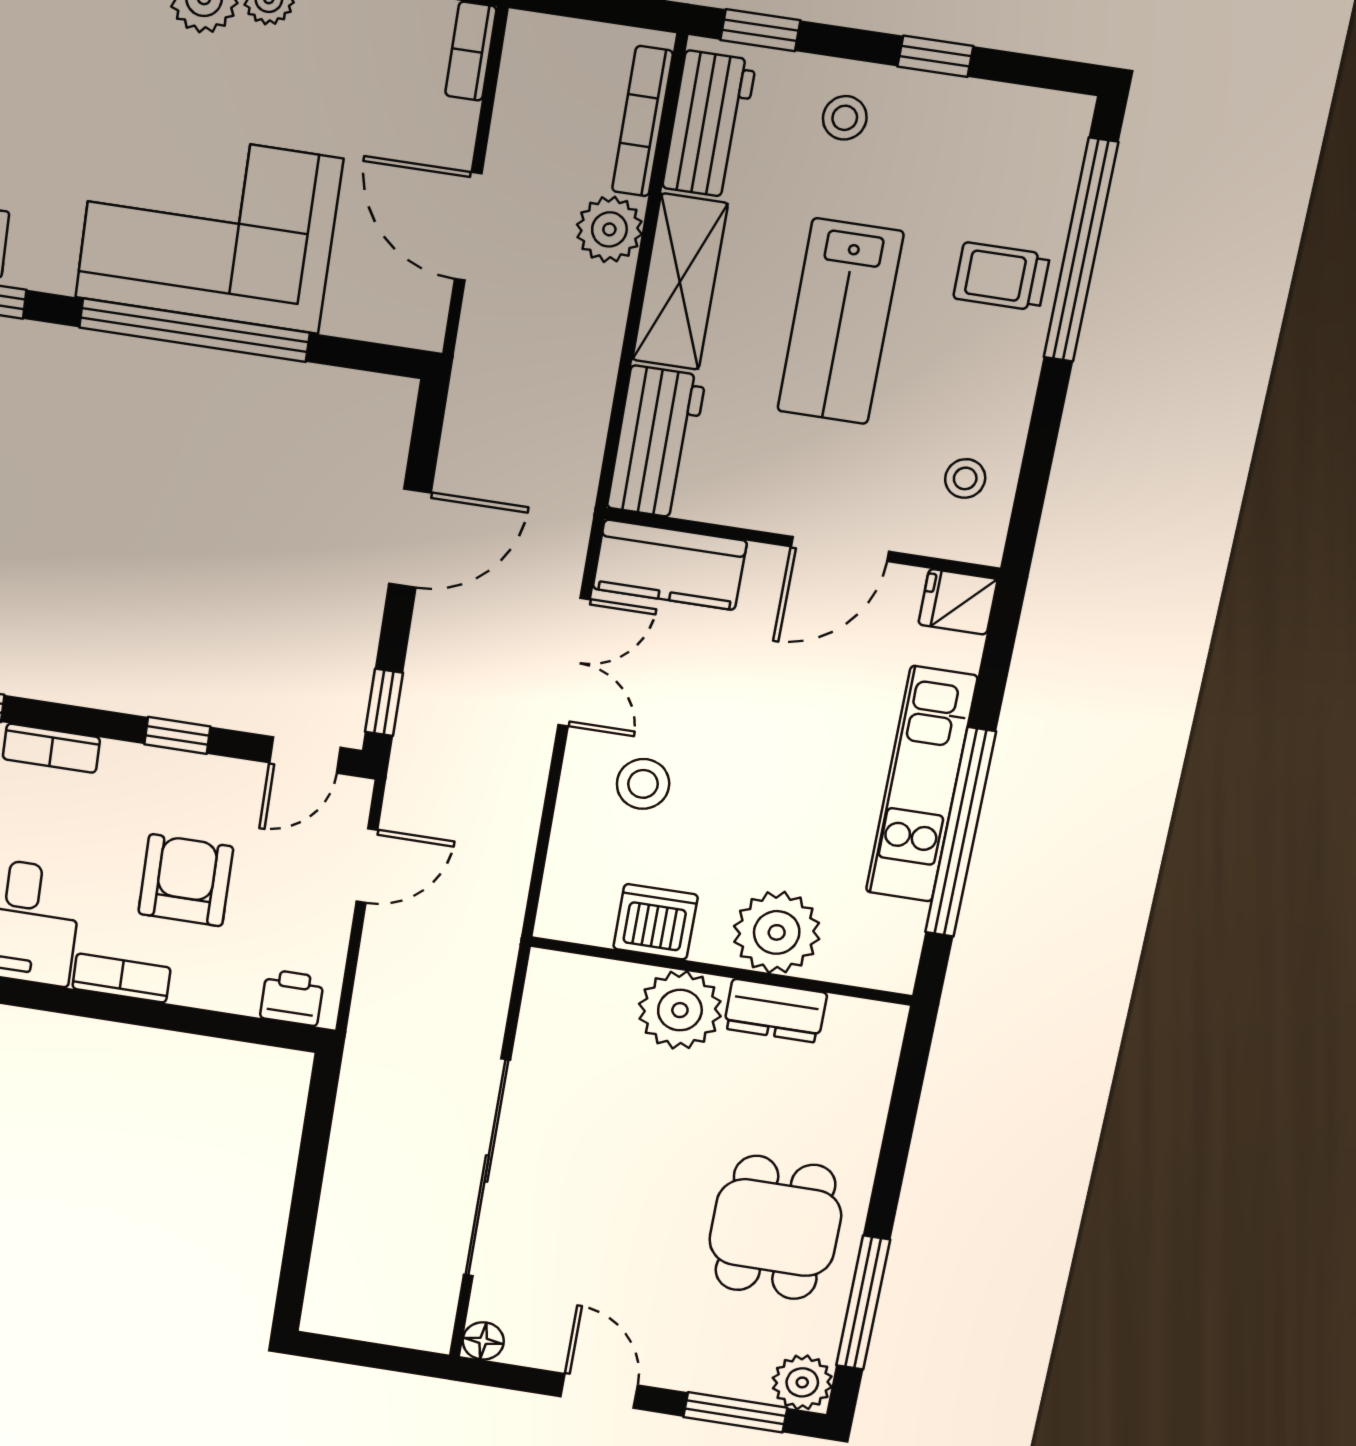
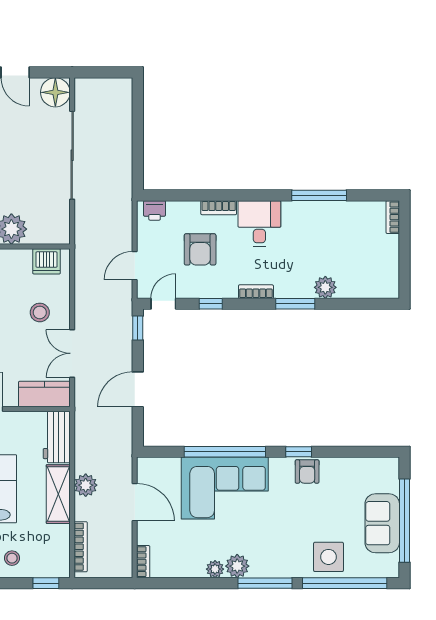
workbench: (709, 124) -> (58, 549), removed
plant: (609, 229) -> (86, 485), moved
dishwasher: (656, 922) -> (47, 261), moved
floor lamp: (483, 1341) -> (55, 92), width x1.89, depth x1.89

